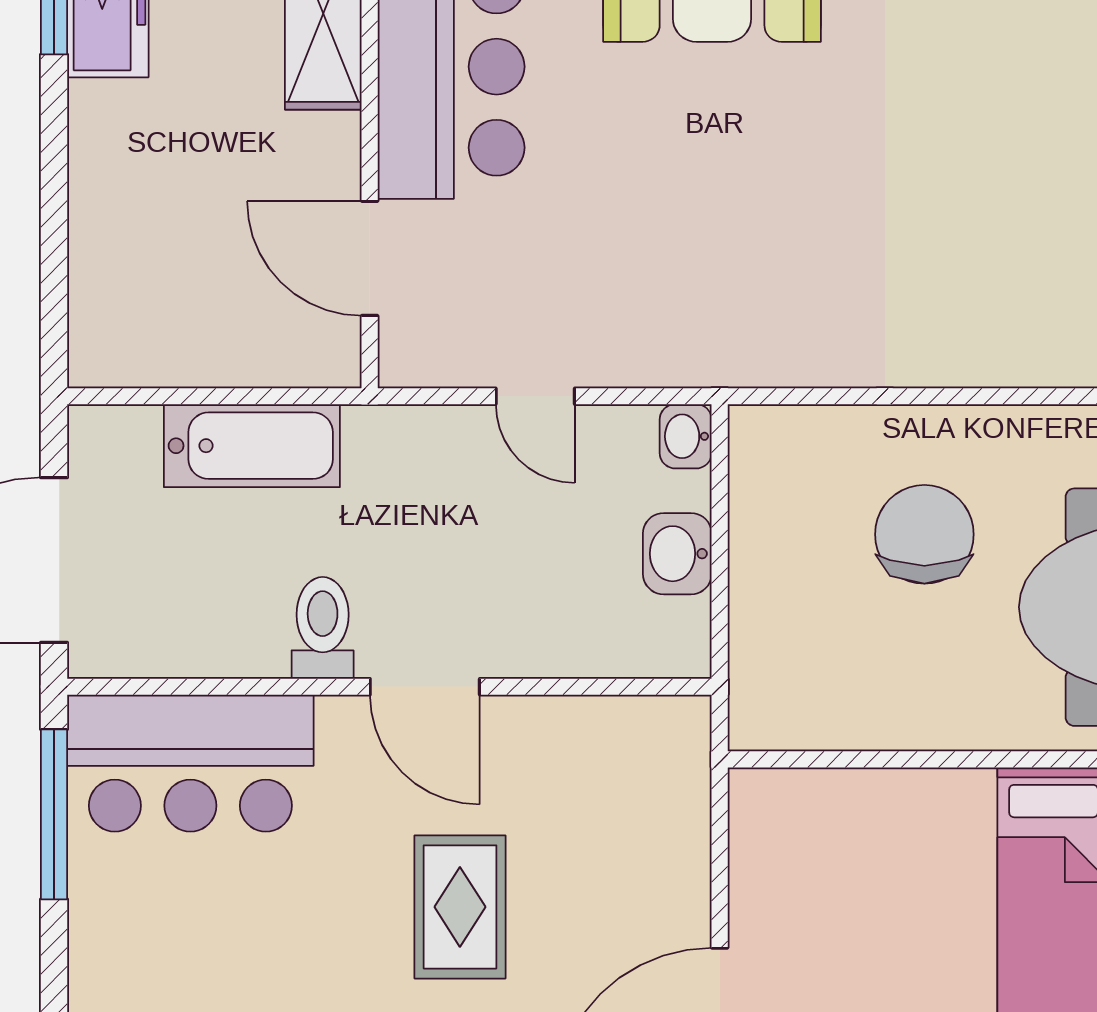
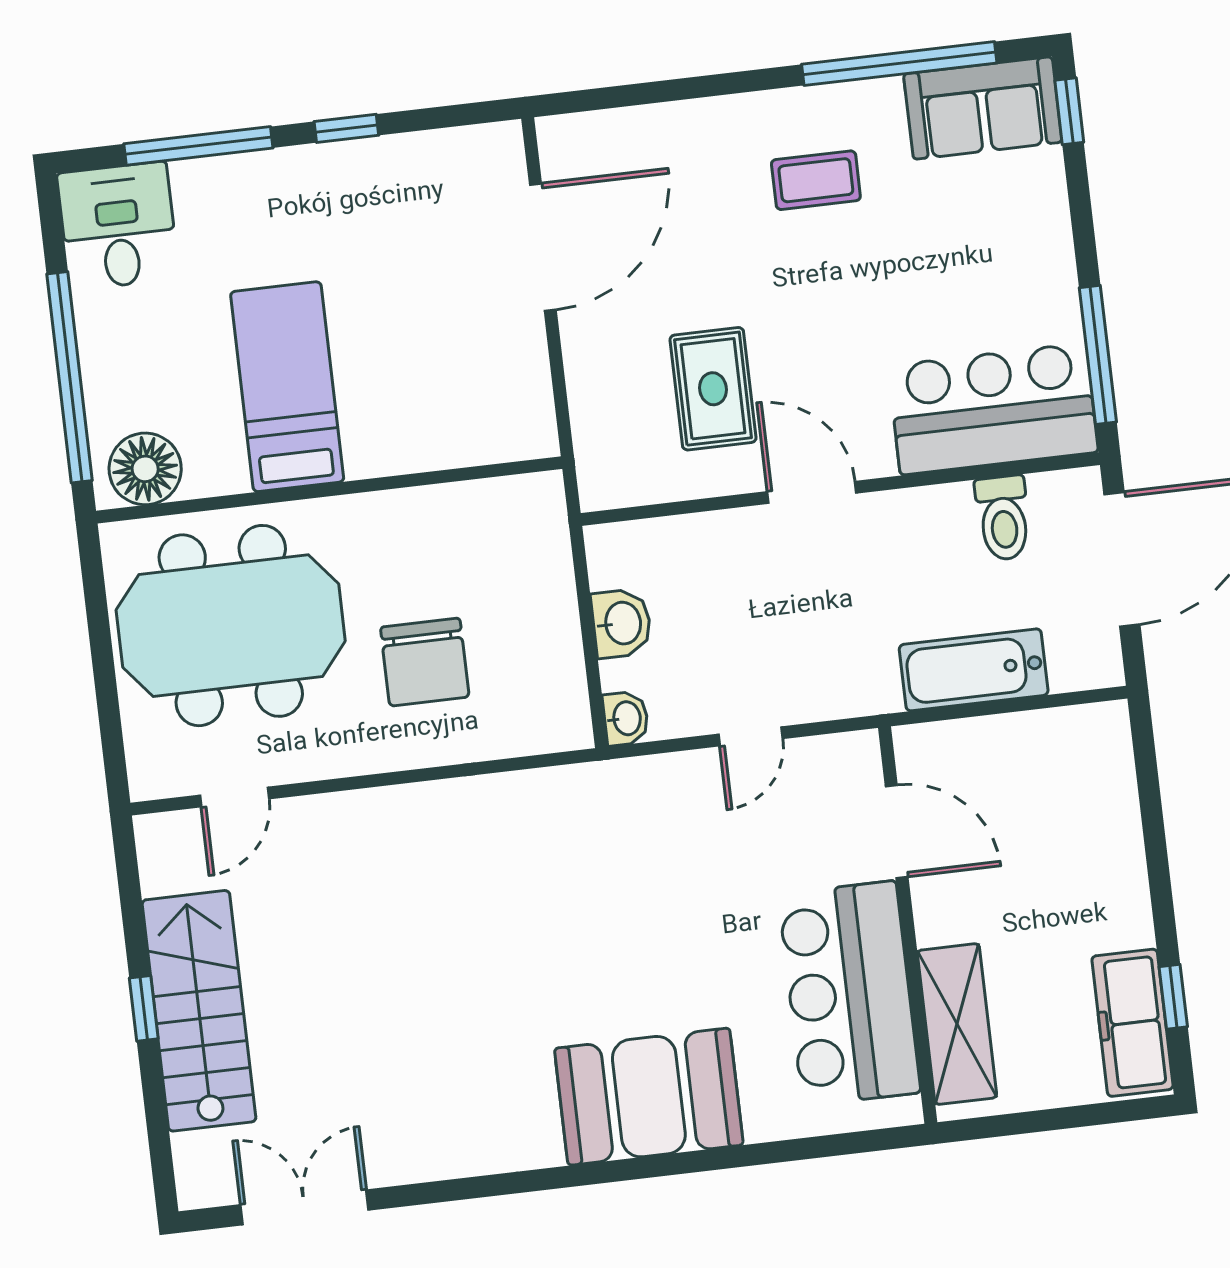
door: (535, 396) -> (751, 736), swing flipped
toilet: (323, 628) -> (1003, 518), moved
rug: (460, 907) -> (713, 389), moved

